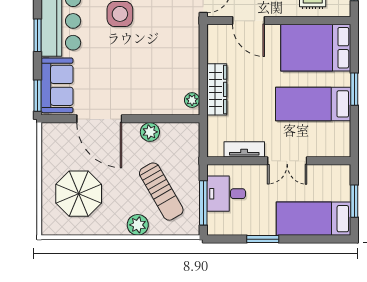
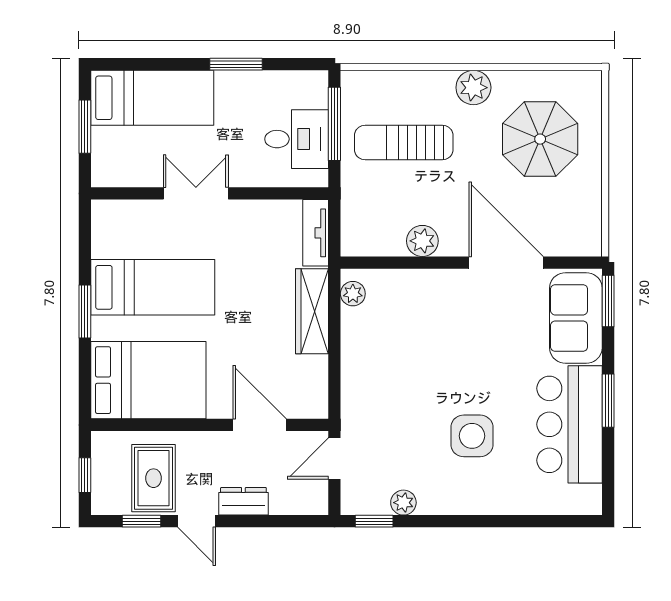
tv unit: (244, 149) -> (316, 233), moved, turned 90
sun lounger: (161, 192) -> (404, 143), turned -60
plant: (138, 225) -> (473, 88), moved

